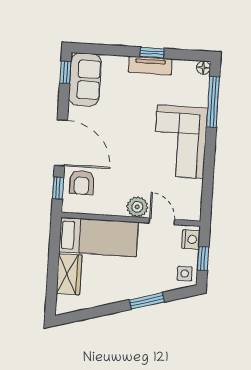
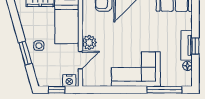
floor lamp: (203, 68) -> (188, 66), moved
side table: (185, 273) -> (39, 46), moved

